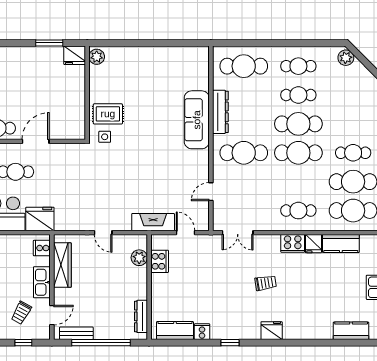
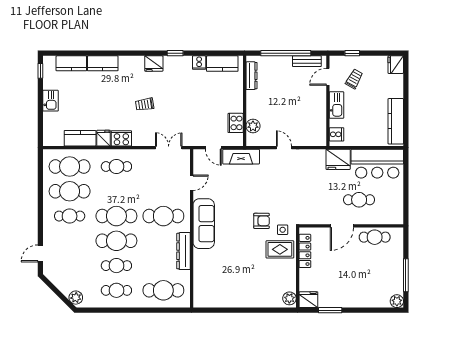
locker: (79, 112) -> (305, 251), added
sofa: (197, 120) -> (204, 224), moved
armchair: (129, 147) -> (262, 221), added
wardrobe: (62, 265) -> (319, 120), removed
fridge: (272, 331) -> (154, 64), moved
kitchen counter: (314, 331) -> (103, 63), added

